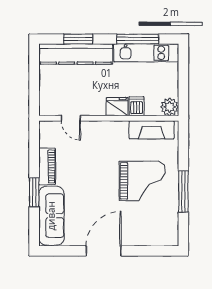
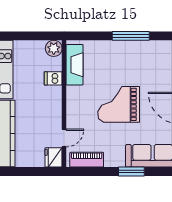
fridge: (117, 107) -> (54, 157), moved
piano: (47, 166) -> (87, 160), moved
grand piano: (142, 181) -> (119, 104), moved, turned -90

